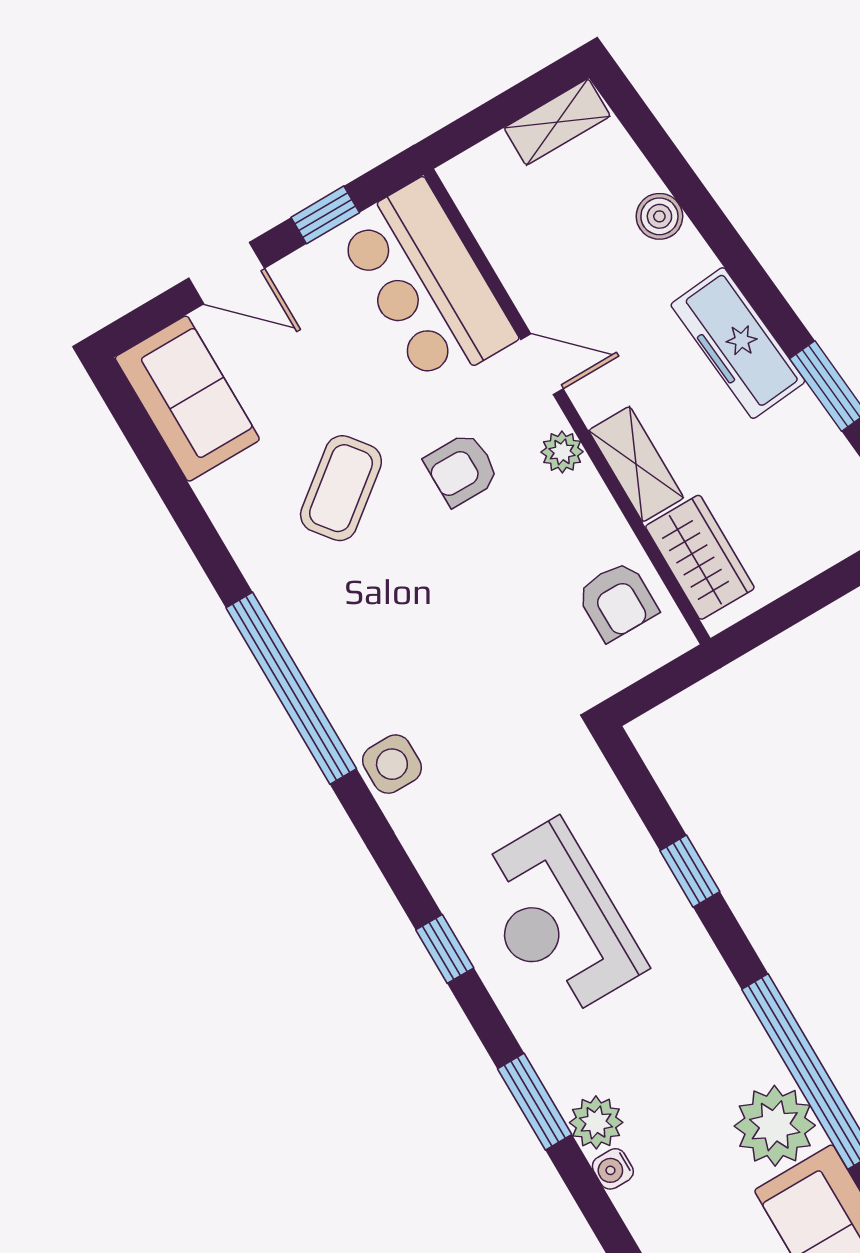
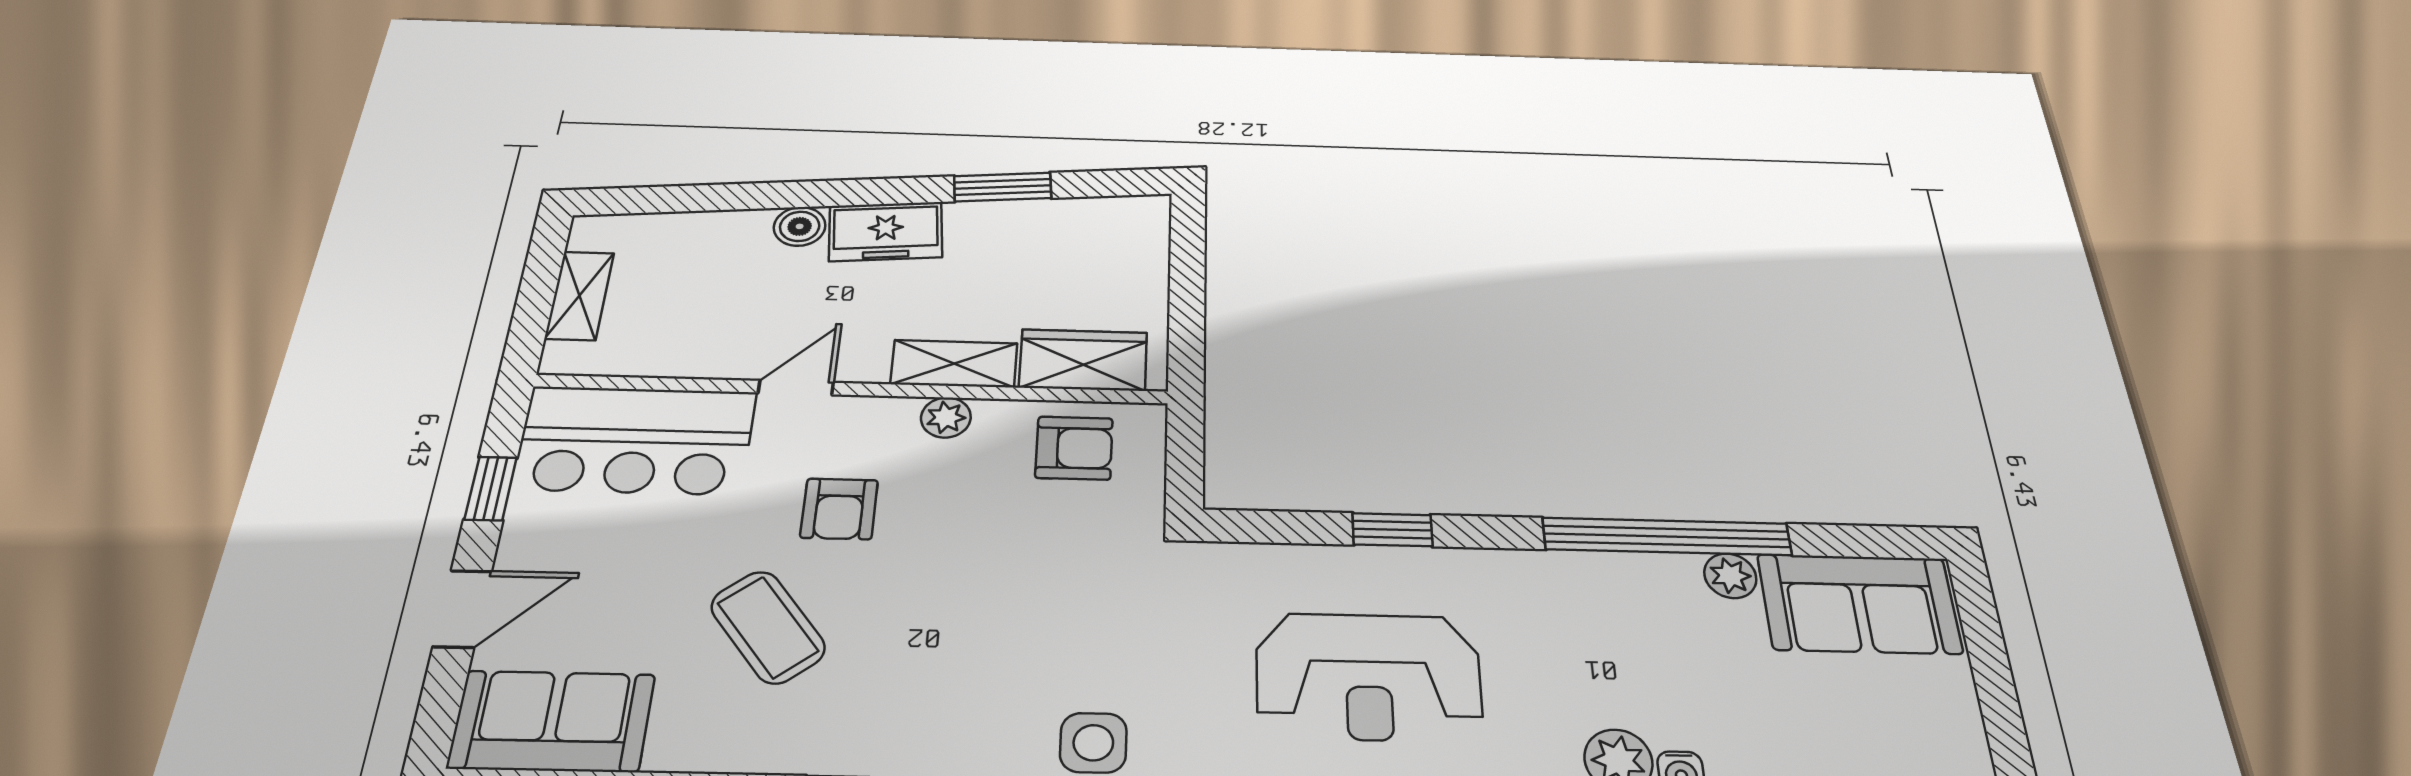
shelving: (557, 122) -> (580, 296), moved
boiler: (659, 216) -> (800, 226), moved
freezer: (738, 343) -> (886, 231), width x0.71
plant: (562, 452) -> (946, 417), moved
plant: (775, 1126) -> (1730, 576), width x0.53, depth x0.53

